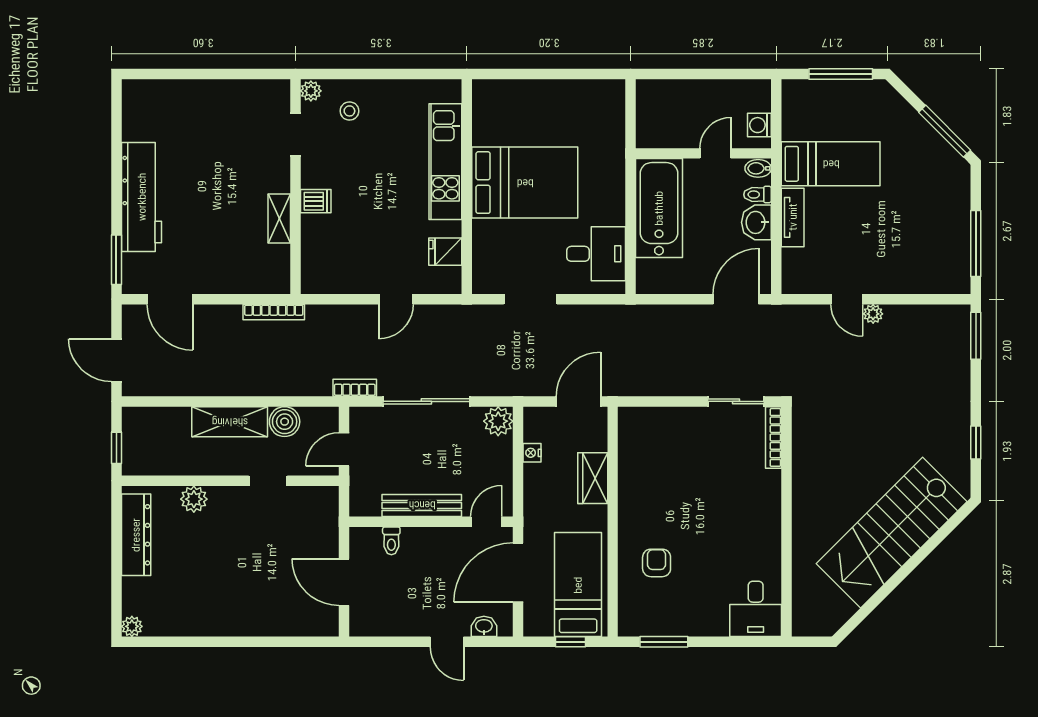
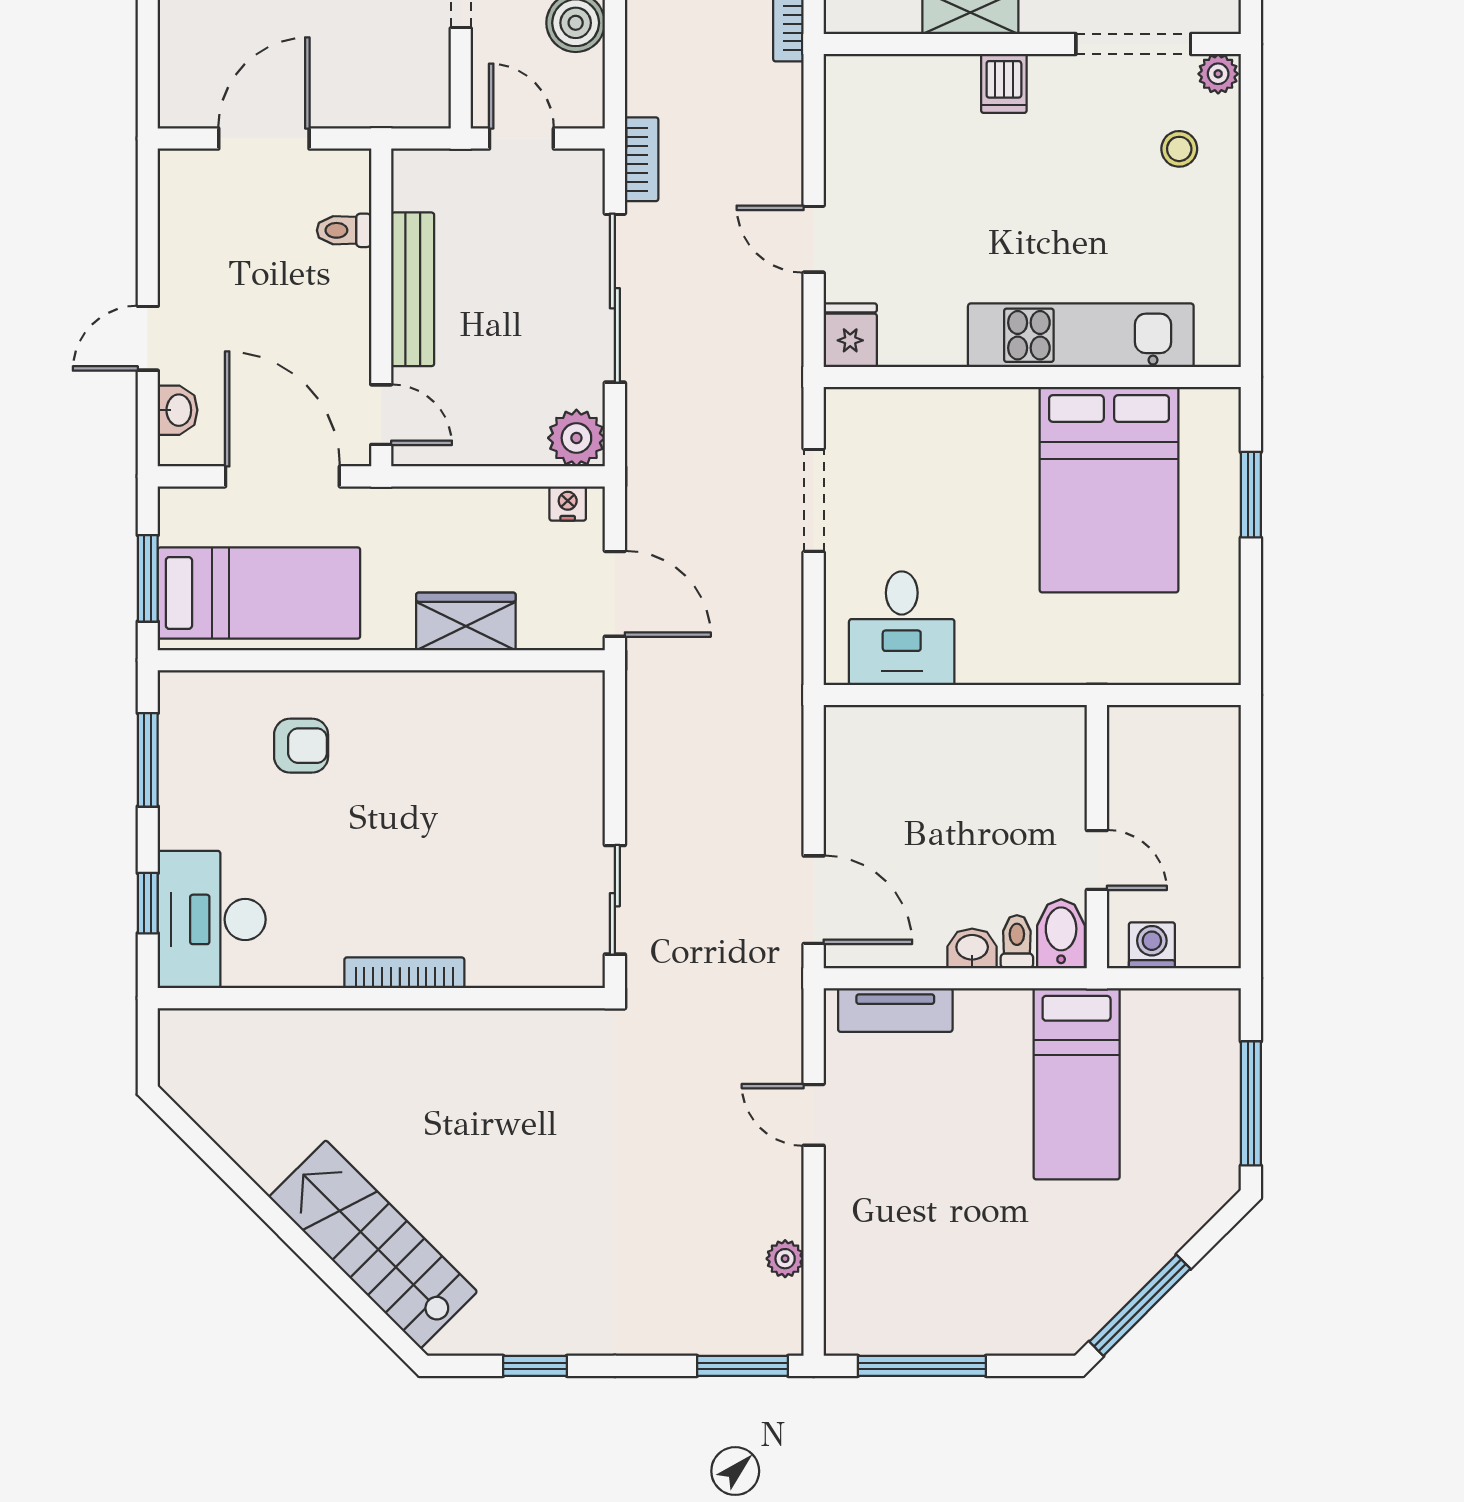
window: (527, 74) -> (1251, 495), added
doorway: (296, 135) -> (1133, 44), width x1.38
bidet: (758, 168) -> (1061, 934), width x1.38, depth x1.36
bed: (525, 183) -> (1109, 490), moved
bathtub: (659, 208) -> (991, 750), removed
tv unit: (793, 217) -> (895, 1010), moved
washbasin: (756, 222) -> (972, 948), width x0.72, depth x0.69
fridge: (445, 252) -> (850, 335), moved
door: (847, 299) -> (814, 1115), hinge flipped
plant: (873, 314) -> (785, 1259), moved
bookcase: (774, 437) -> (404, 973), moved
nightstand: (532, 453) -> (568, 504), moved
stairs: (892, 533) -> (373, 1244), width x0.73, depth x0.66
desk: (756, 609) -> (212, 919), width x1.37
window: (570, 642) -> (148, 578), width x1.50
window: (738, 642) -> (148, 903), added

